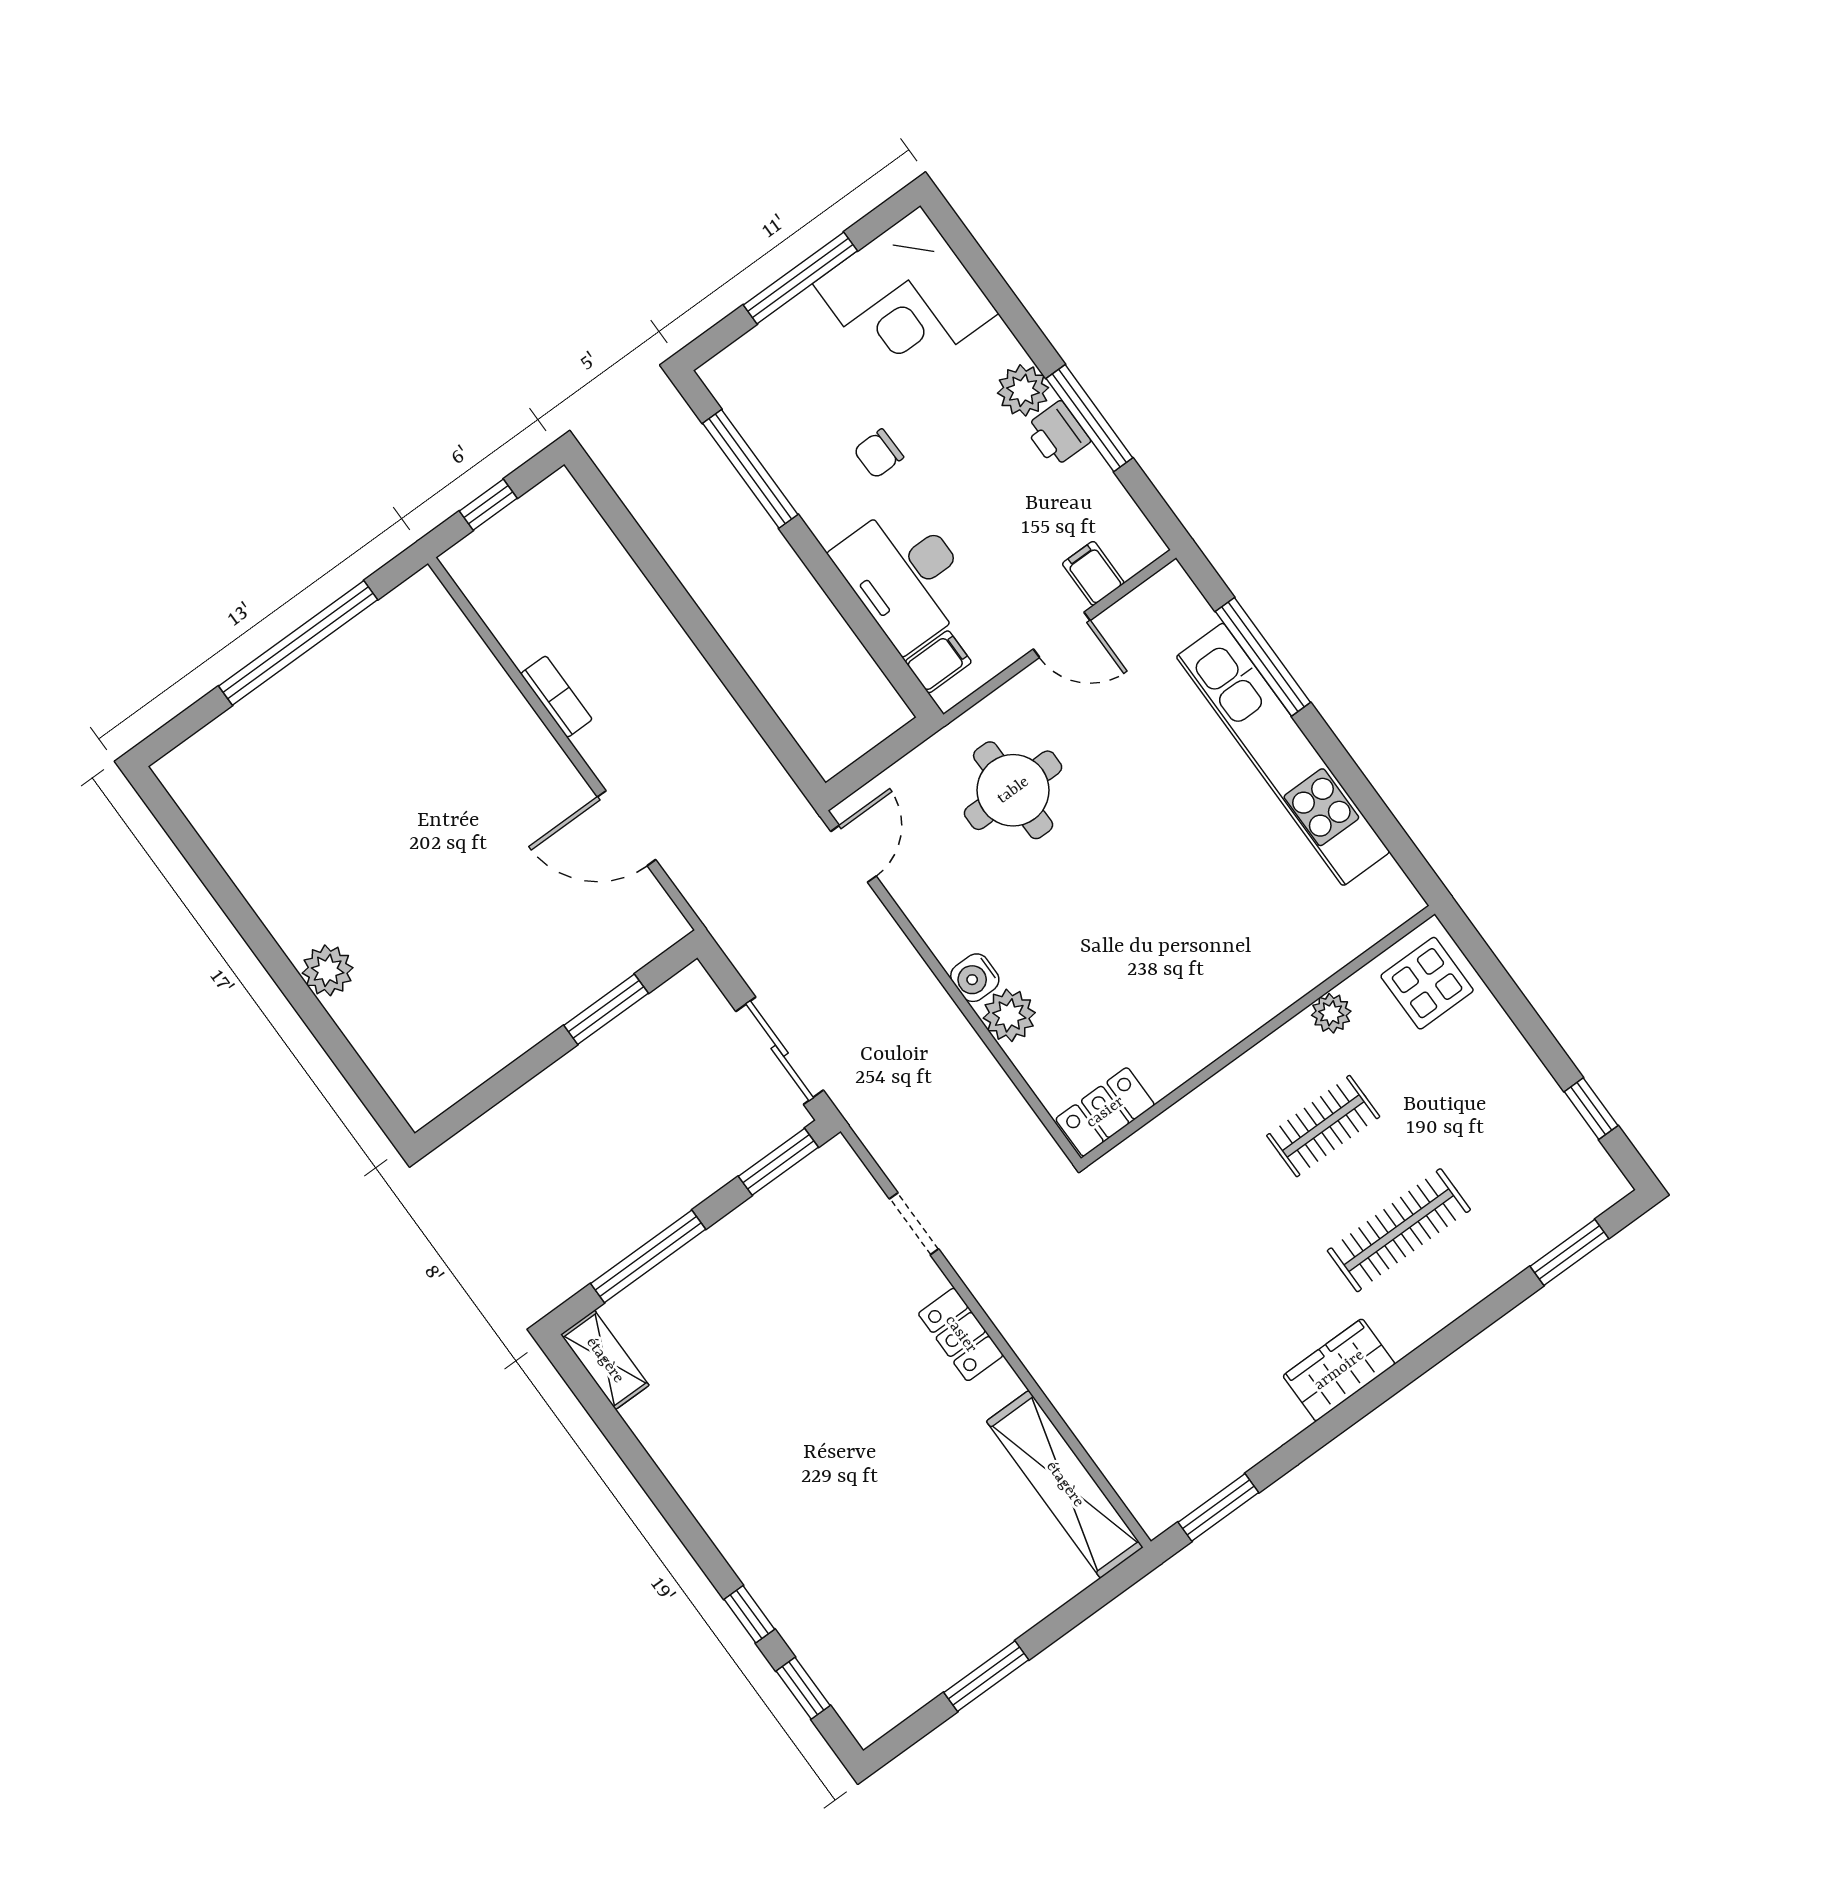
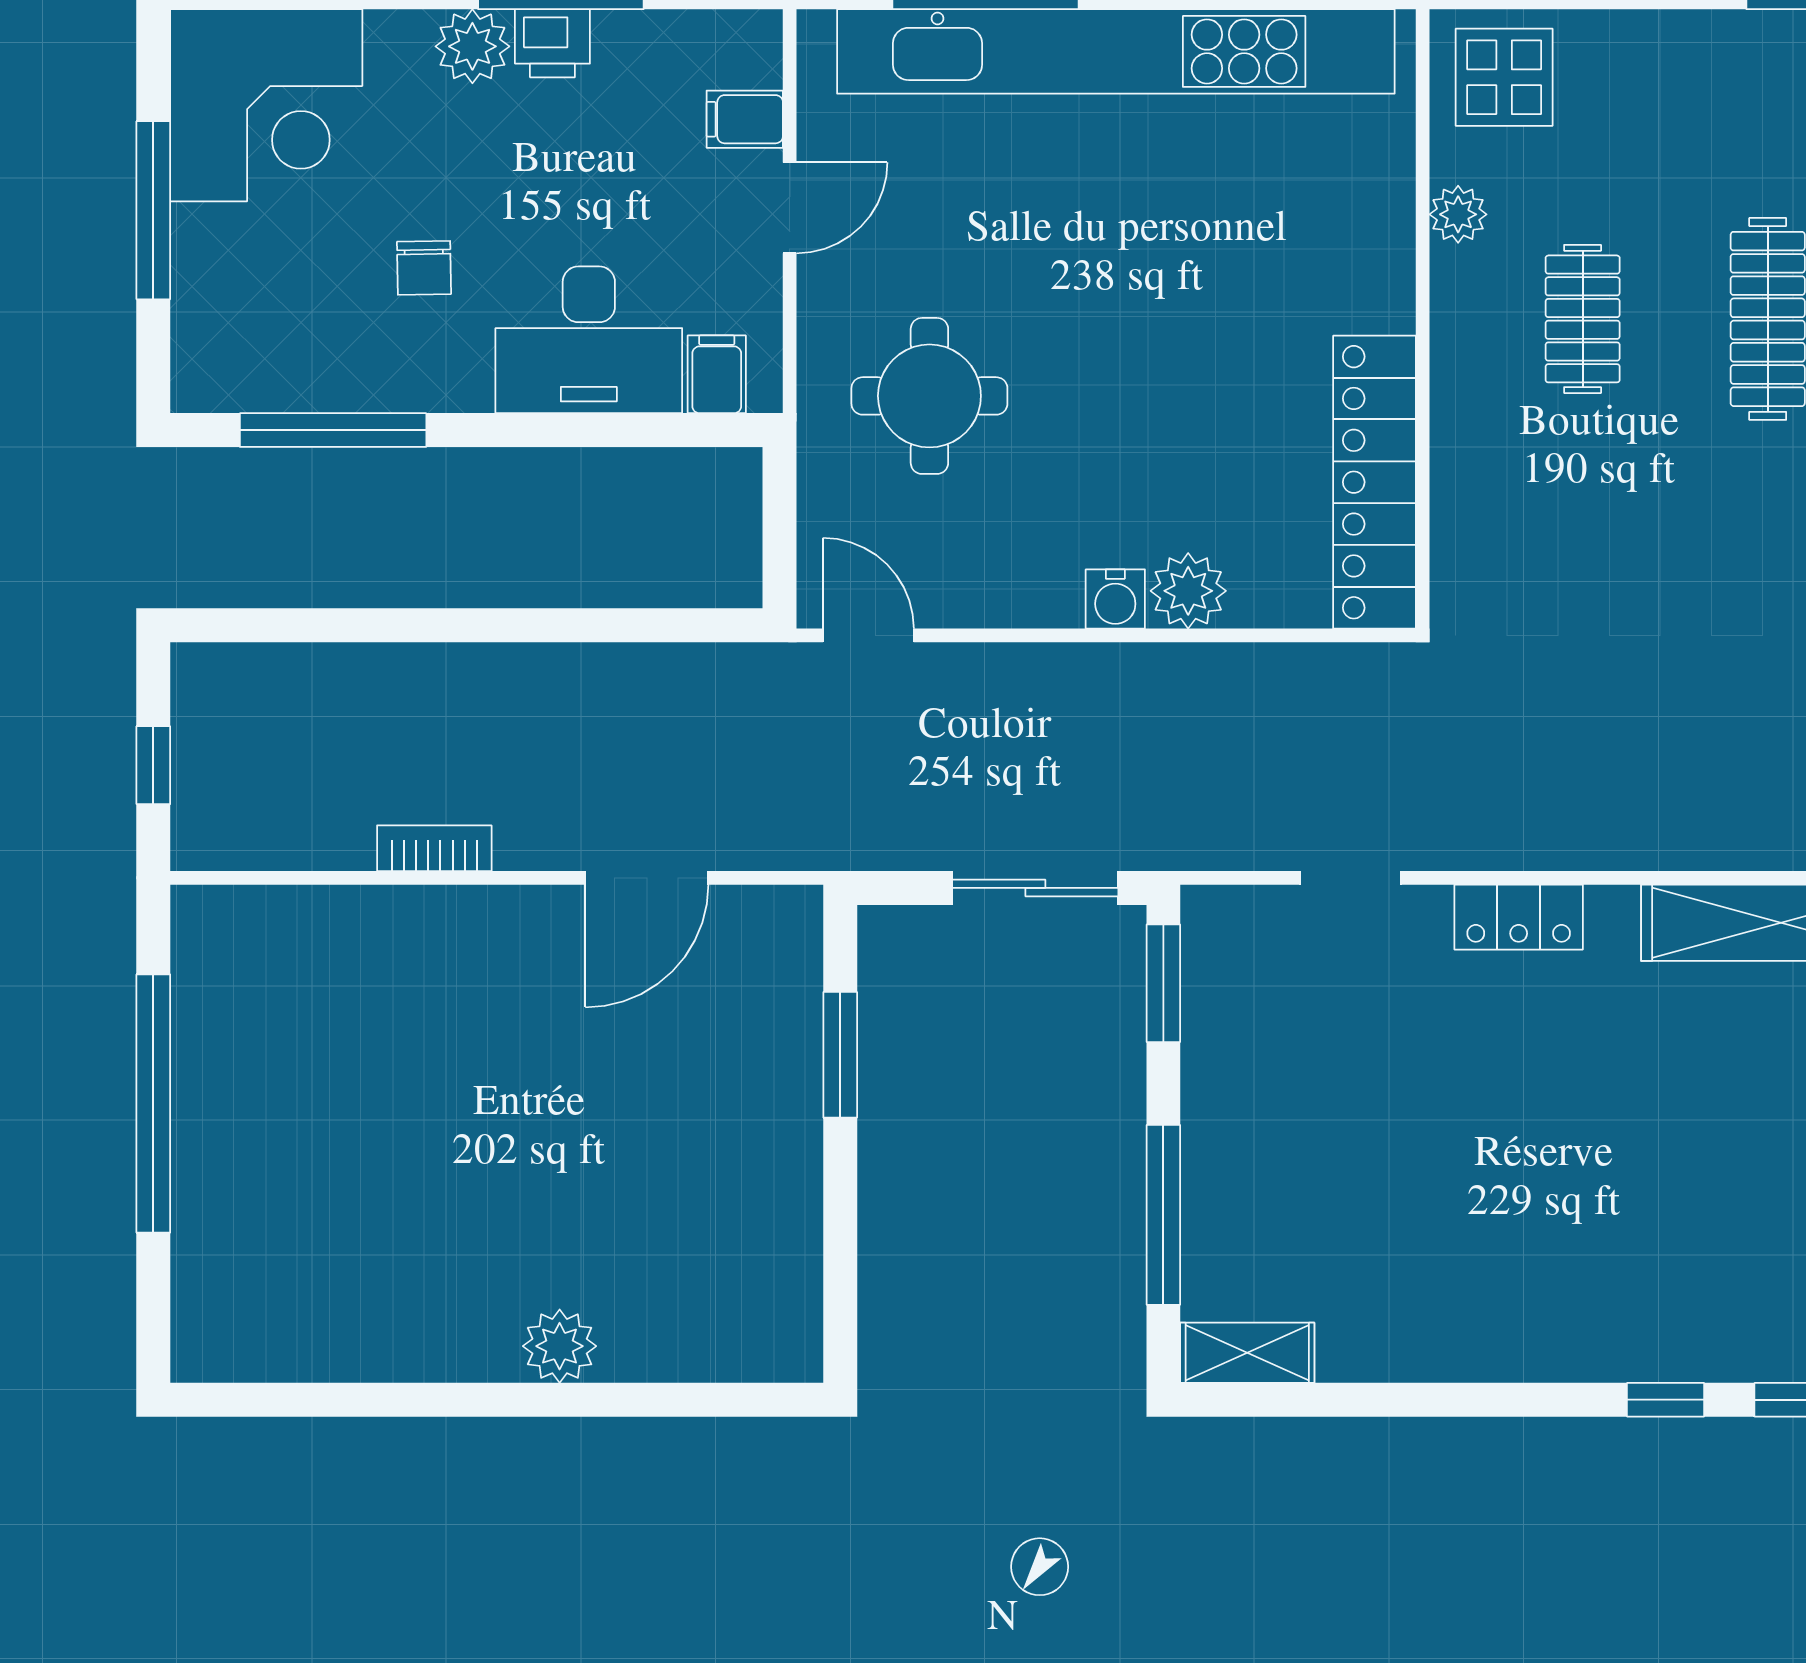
kitchen unit: (1283, 754) -> (1116, 51), width x1.36
locker: (1105, 1112) -> (1374, 482), width x2.16, depth x1.21

